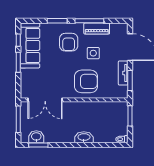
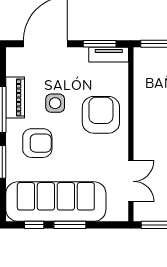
sofa: (30, 45) -> (56, 202), width x1.36, depth x1.27
tv unit: (123, 73) -> (109, 55), moved
double door: (45, 100) -> (131, 181), width x0.73

